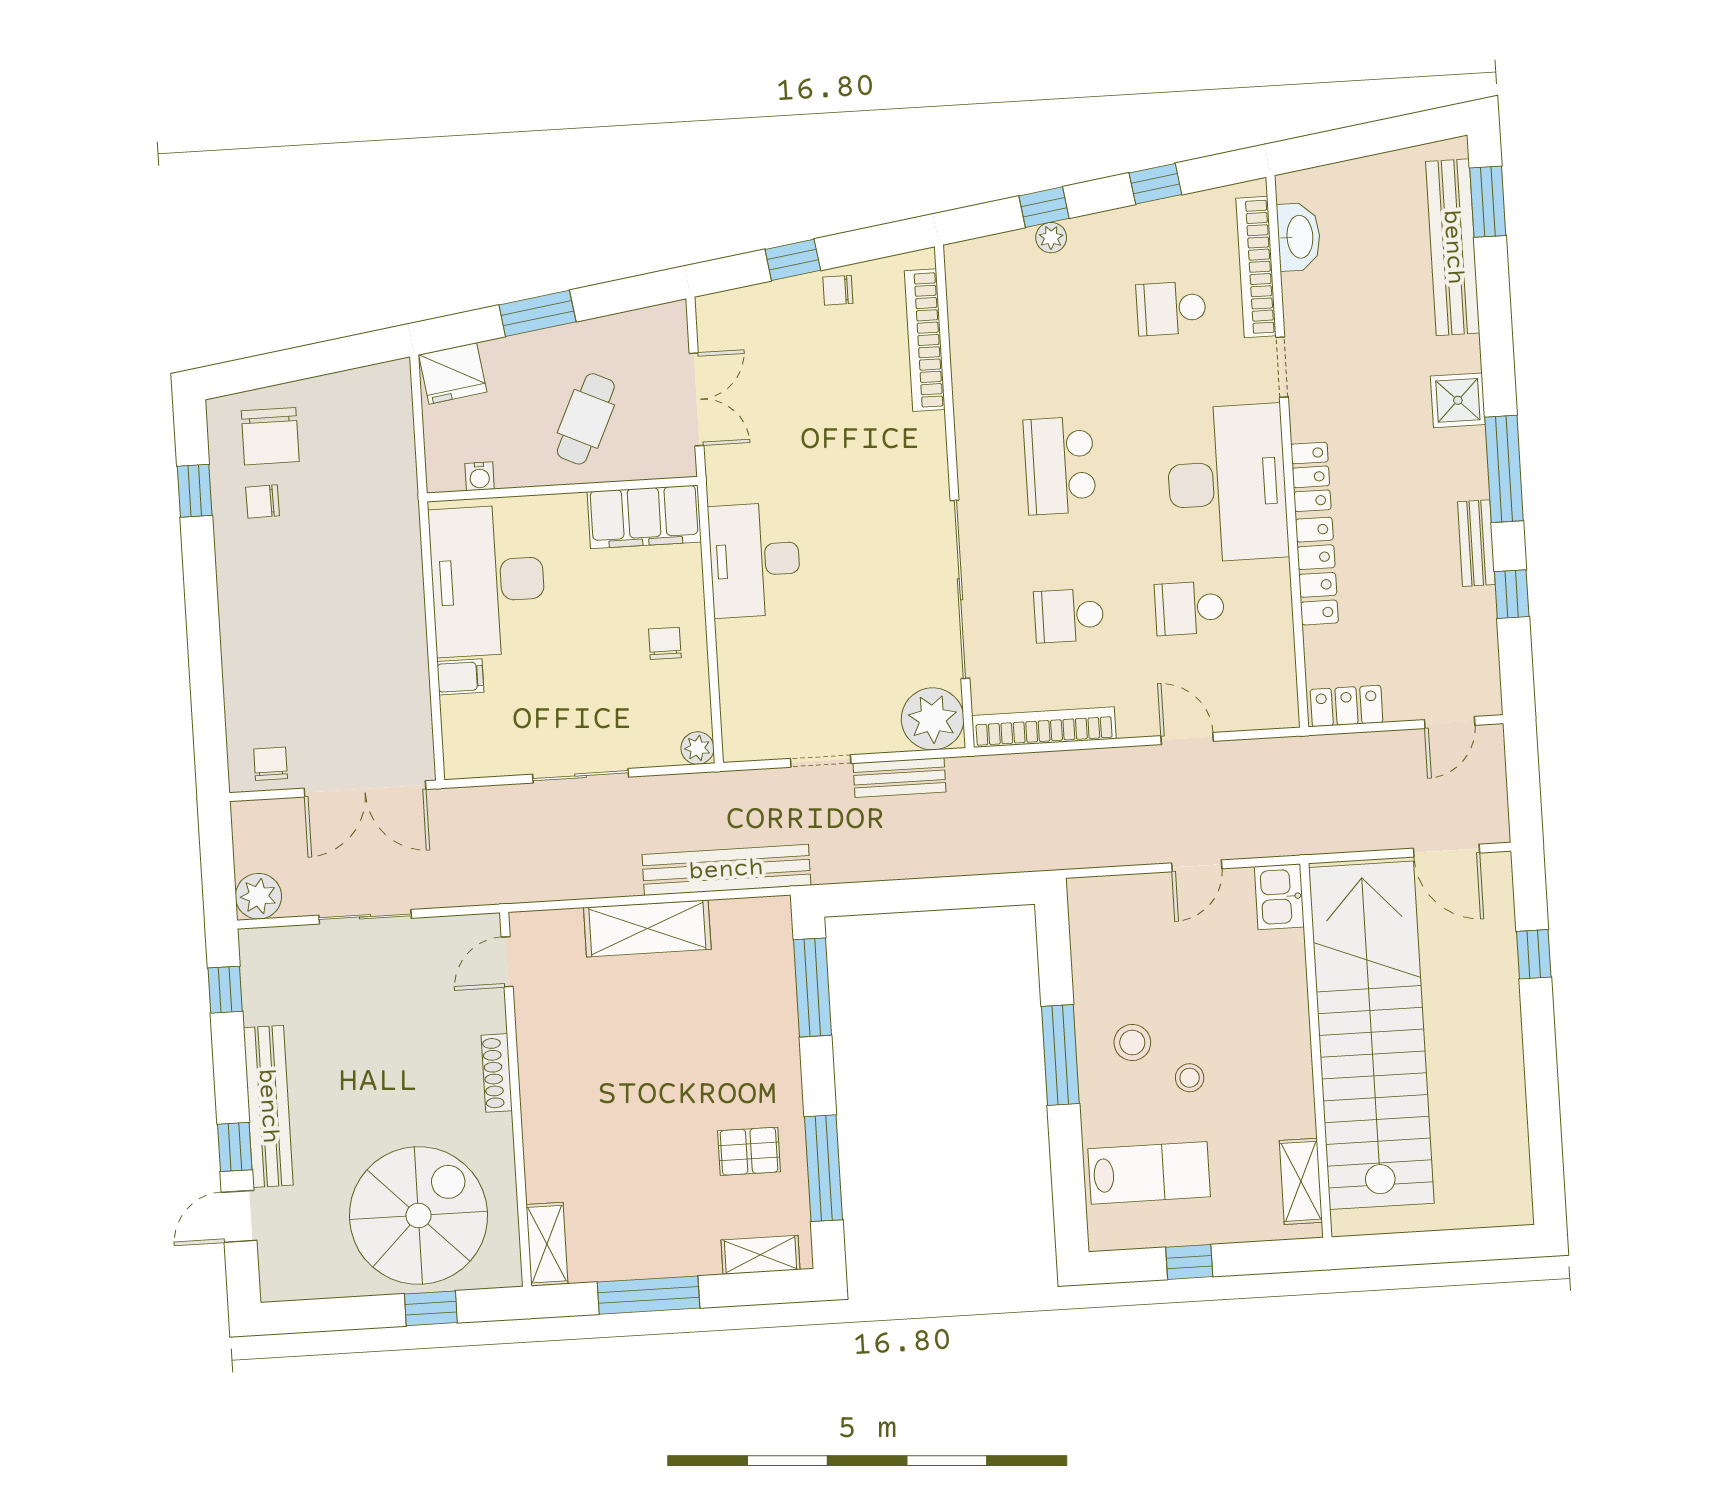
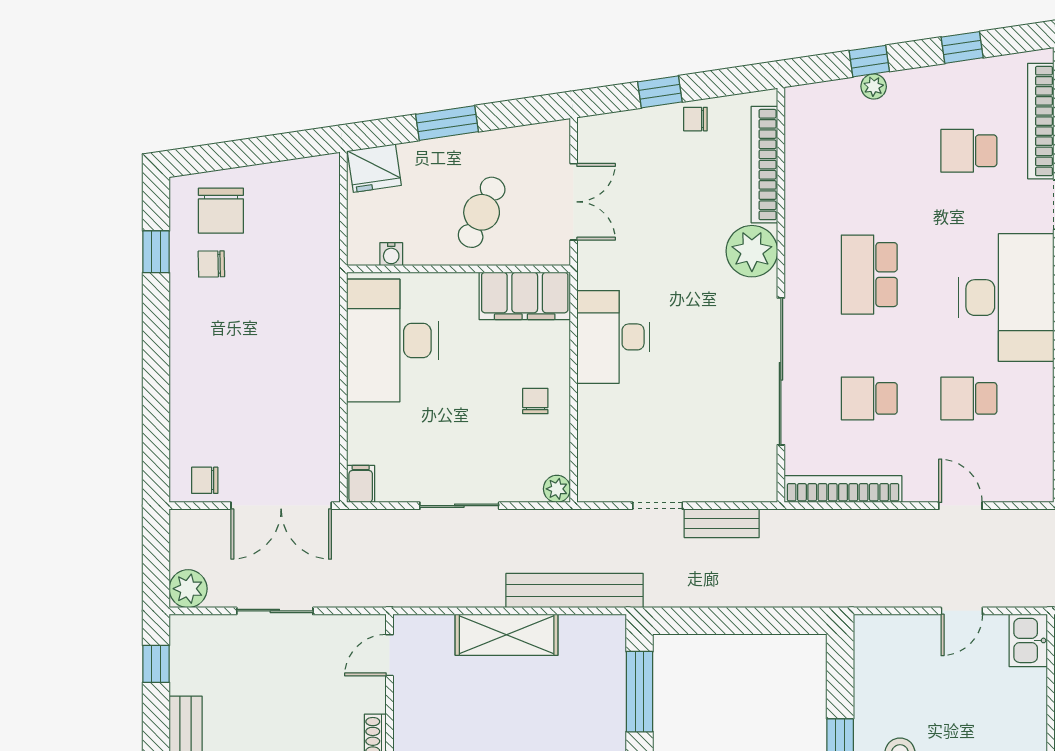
filing cabinet: (460, 677) -> (361, 484), moved, turned -90
plant: (933, 719) -> (752, 251), moved
chair: (271, 764) -> (205, 480), turned -90

